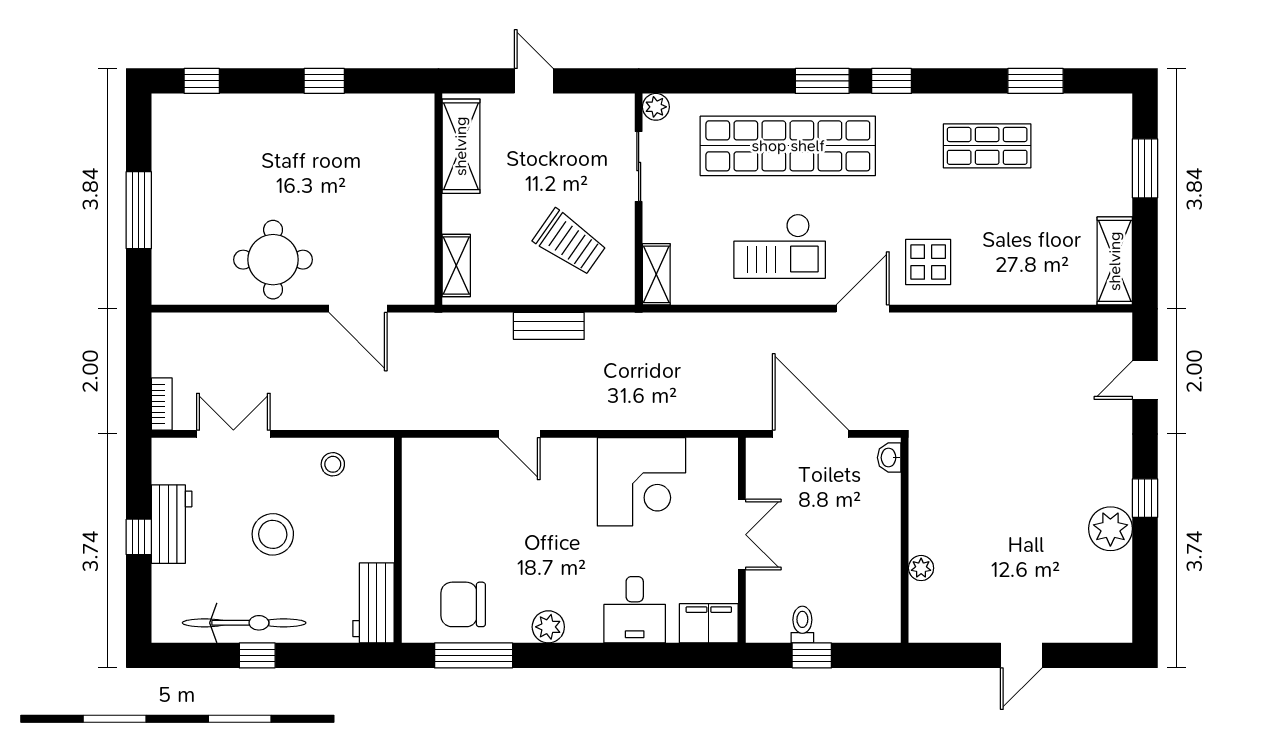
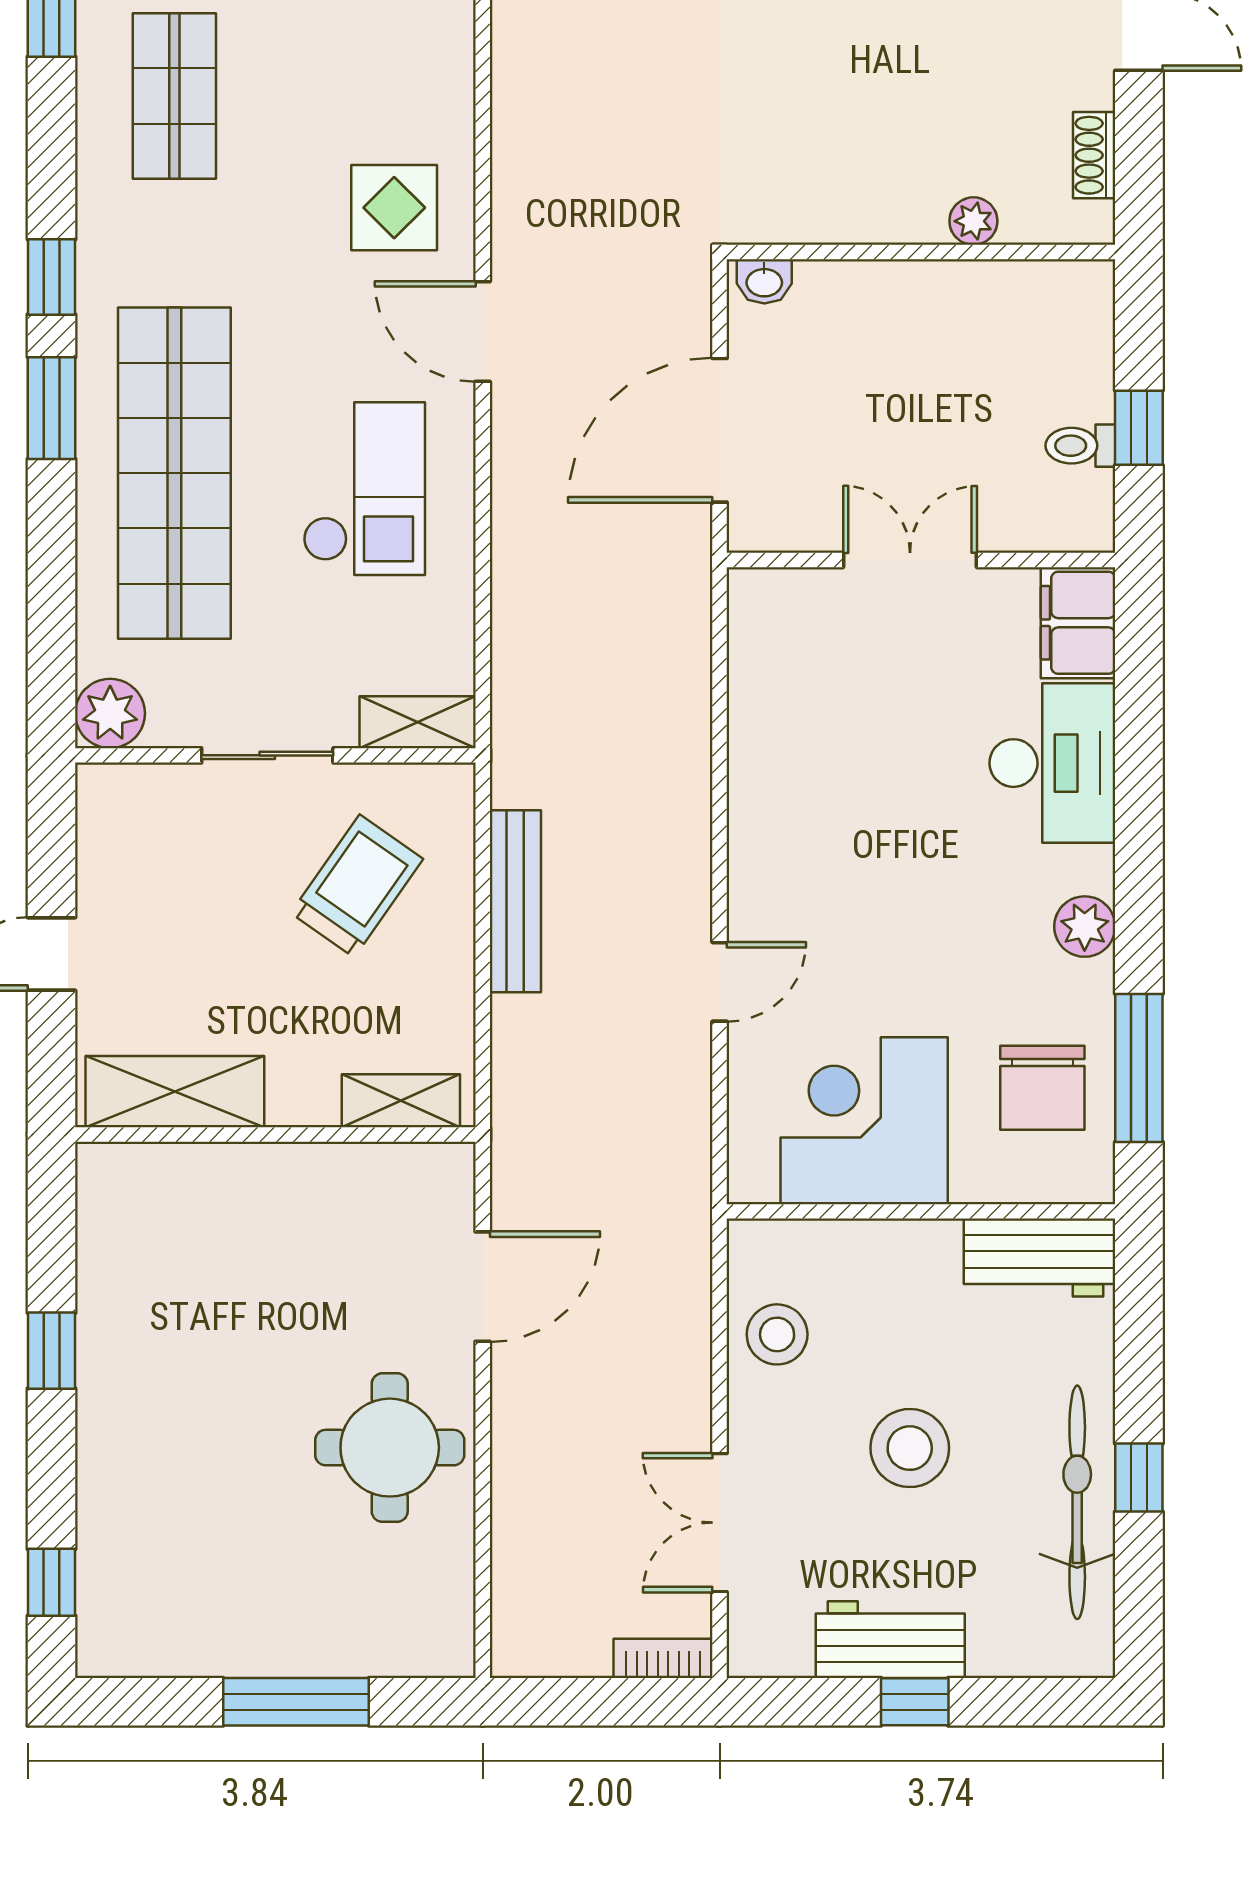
plant: (656, 107) -> (110, 713), width x1.38, depth x1.38
sliding door: (639, 167) -> (267, 755), moved
bench: (549, 326) -> (515, 901), width x1.36
stool: (333, 464) -> (777, 1334), width x1.37, depth x1.37
corner desk: (641, 482) -> (864, 1121), moved, turned -90
desk: (635, 610) -> (1052, 763), width x1.37
shoe rack: (956, 632) -> (1094, 155), added

